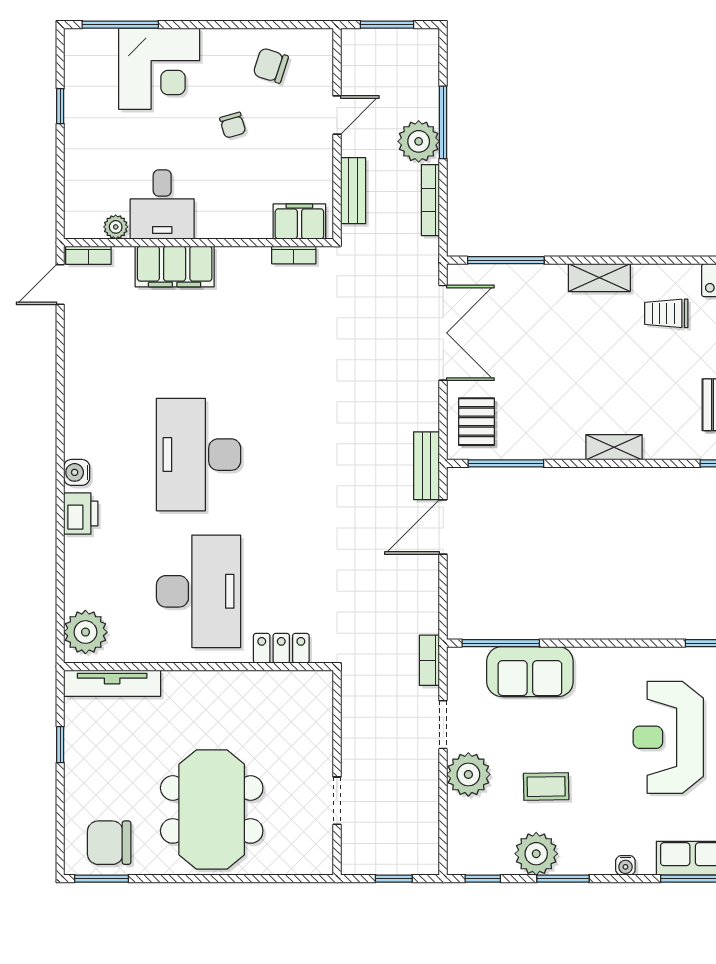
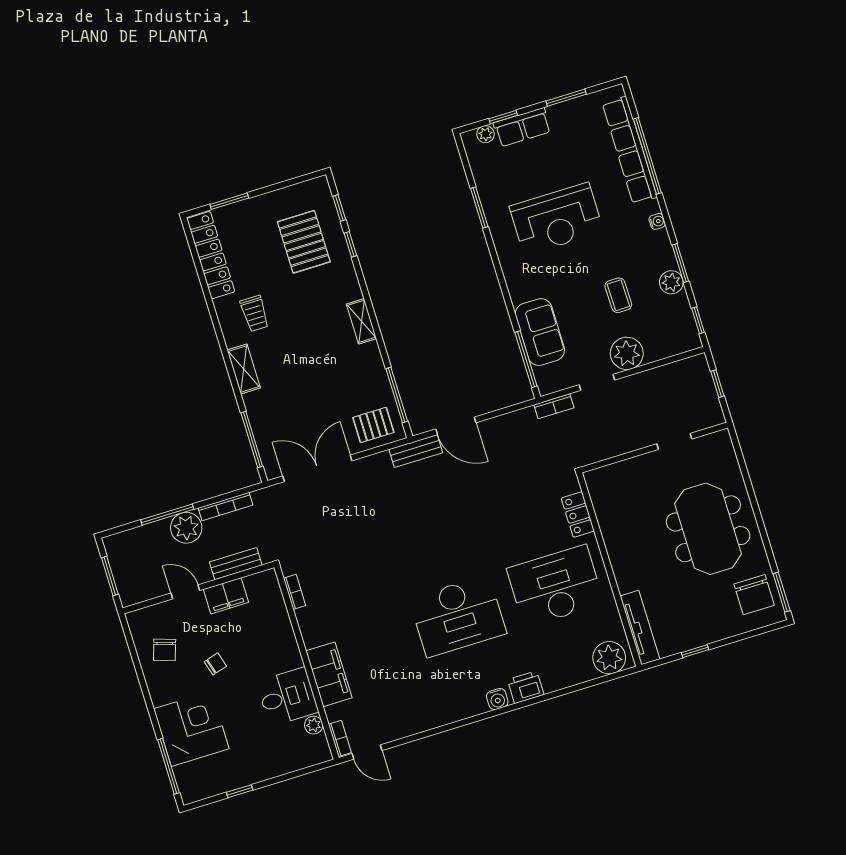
filing cabinet: (299, 221) -> (226, 596), moved, turned -90
meeting table: (212, 809) -> (708, 529), turned 90
plant: (536, 854) -> (671, 282), width x0.73, depth x0.73

